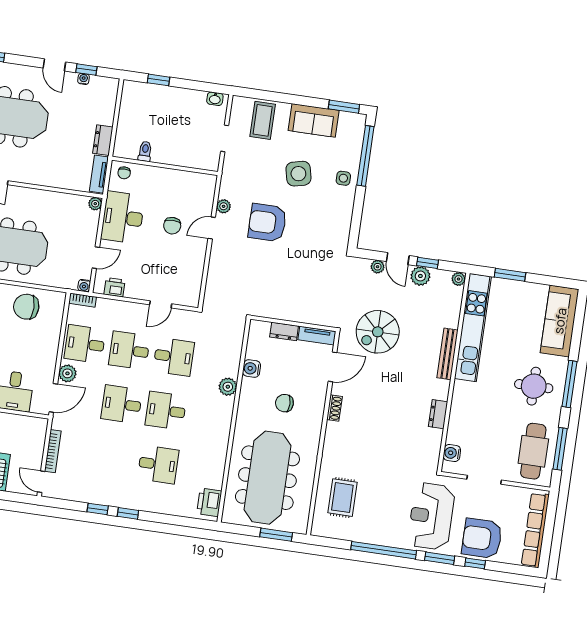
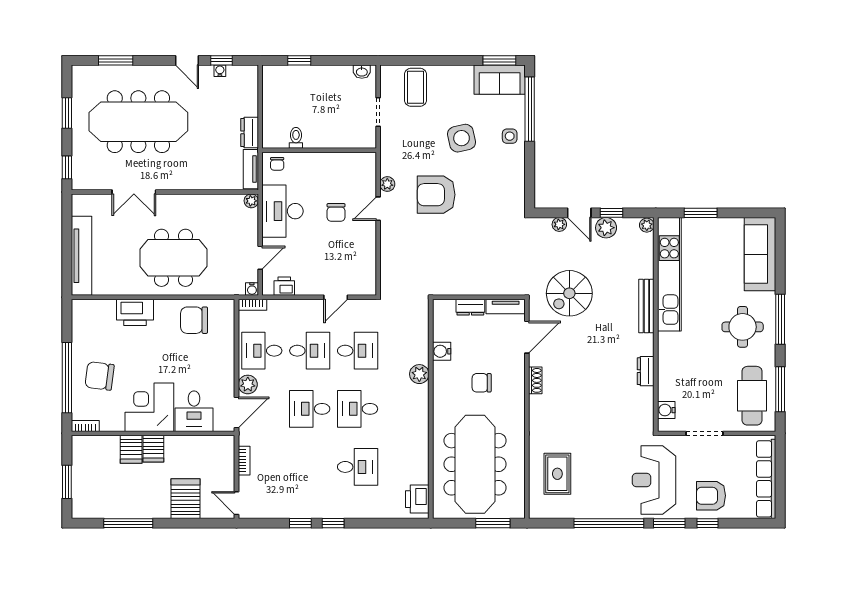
sofa: (314, 120) -> (500, 80), moved
desk: (129, 350) -> (310, 351), turned 180
bookcase: (53, 451) -> (244, 461), width x0.64
armchair: (482, 538) -> (711, 496), width x0.73, depth x0.73

